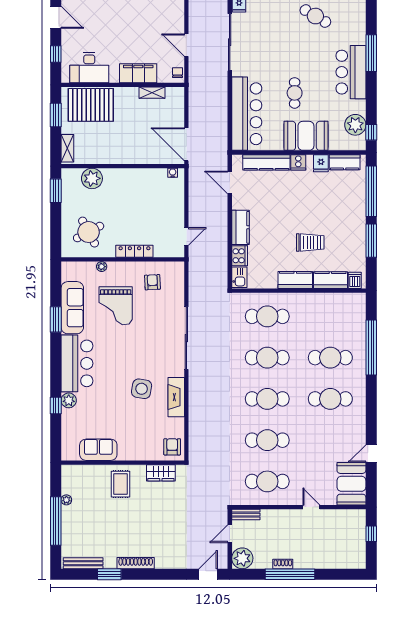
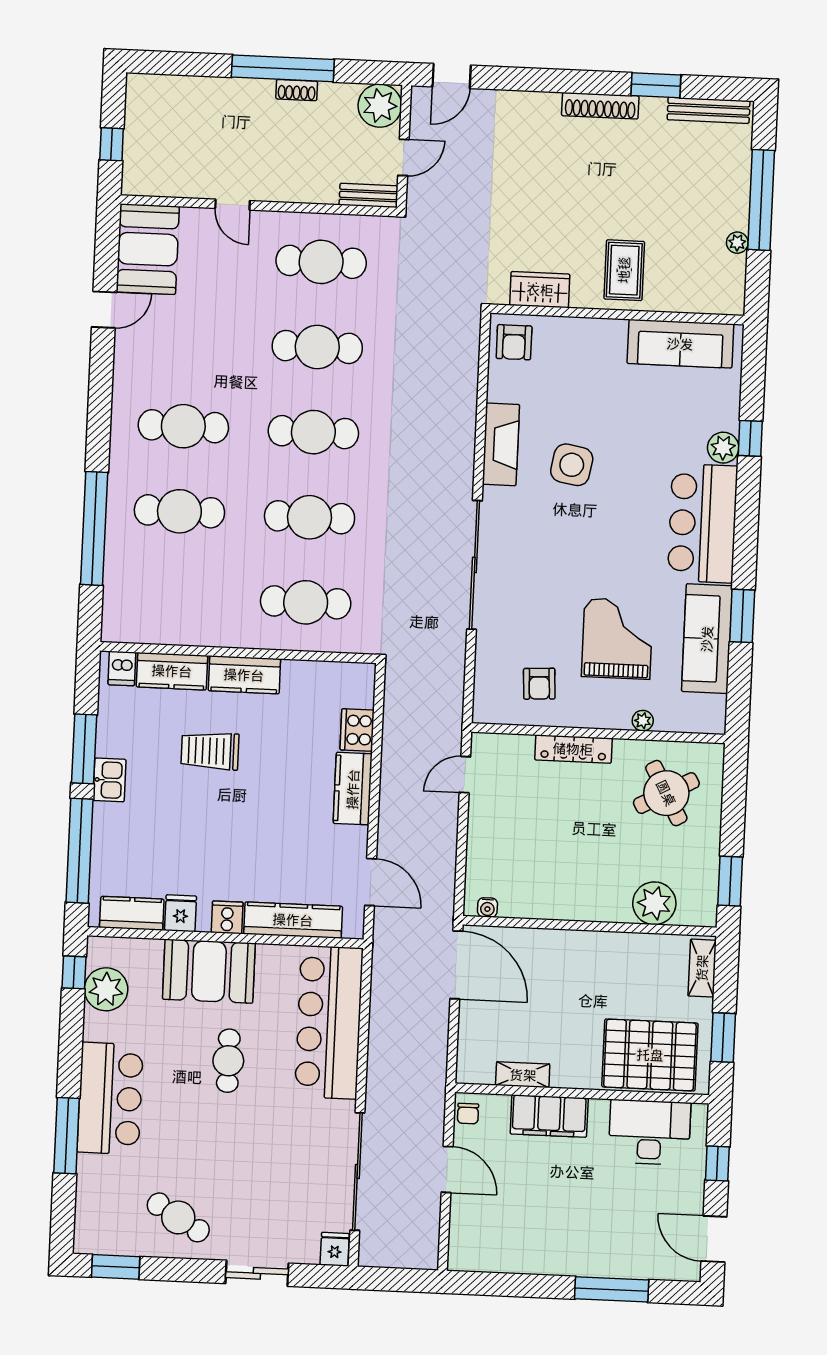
kitchen sink: (239, 277) -> (109, 780), moved, turned 180
sofa: (98, 450) -> (680, 344), width x1.36

